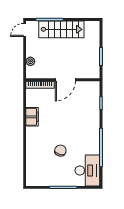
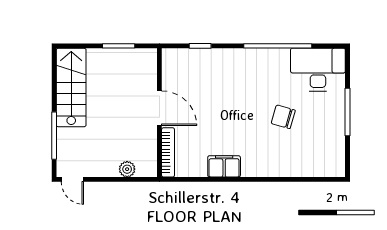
stairs: (61, 29) -> (71, 87), moved

